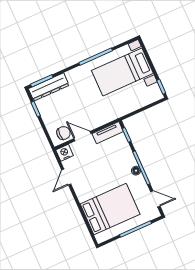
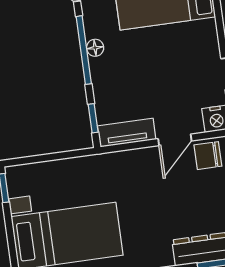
door: (82, 136) -> (175, 140), hinge flipped

